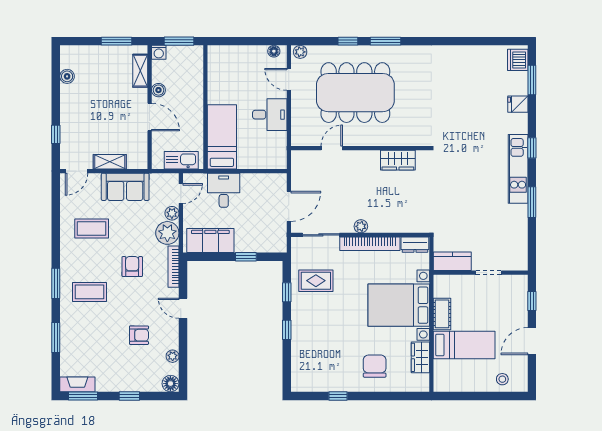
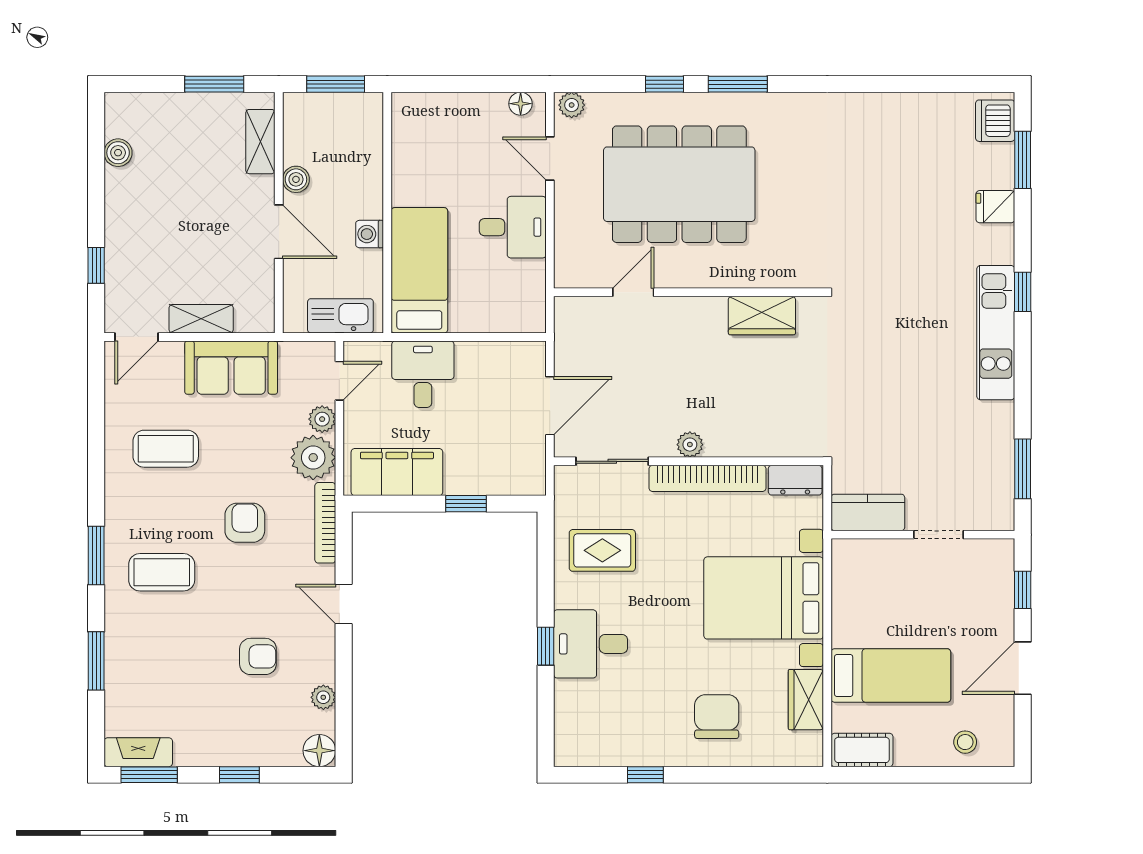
washing machine: (159, 52) -> (370, 234), moved, turned 90
window: (532, 202) -> (1023, 469), moved
window: (287, 292) -> (546, 573), removed
cot: (442, 314) -> (862, 750), moved, turned 90
desk: (310, 329) -> (591, 644), added

